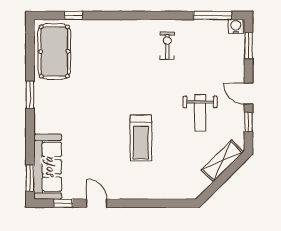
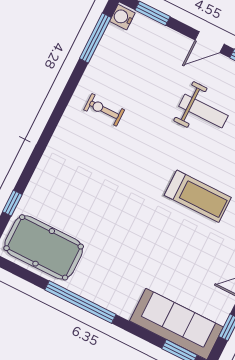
window: (30, 95) -> (80, 302), width x2.11

